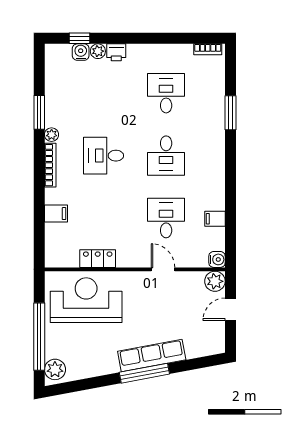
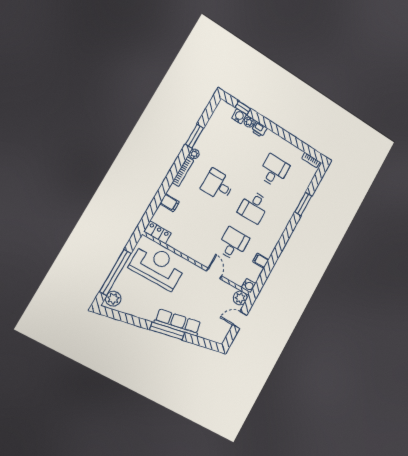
locker: (98, 259) -> (158, 232), moved

